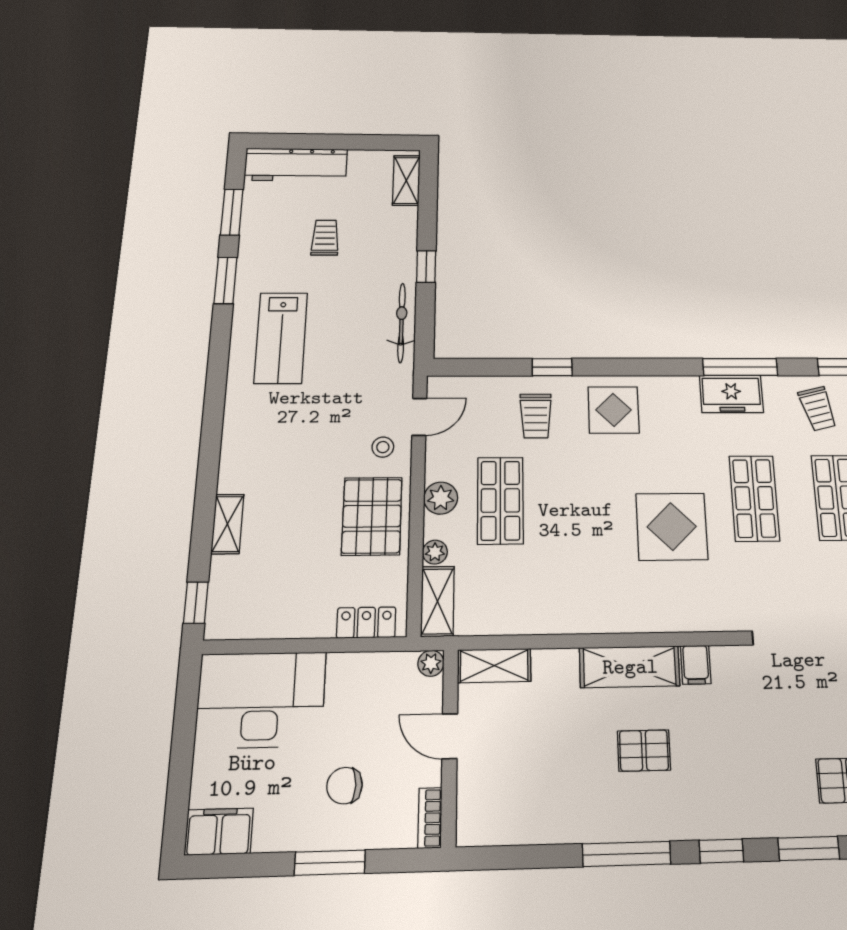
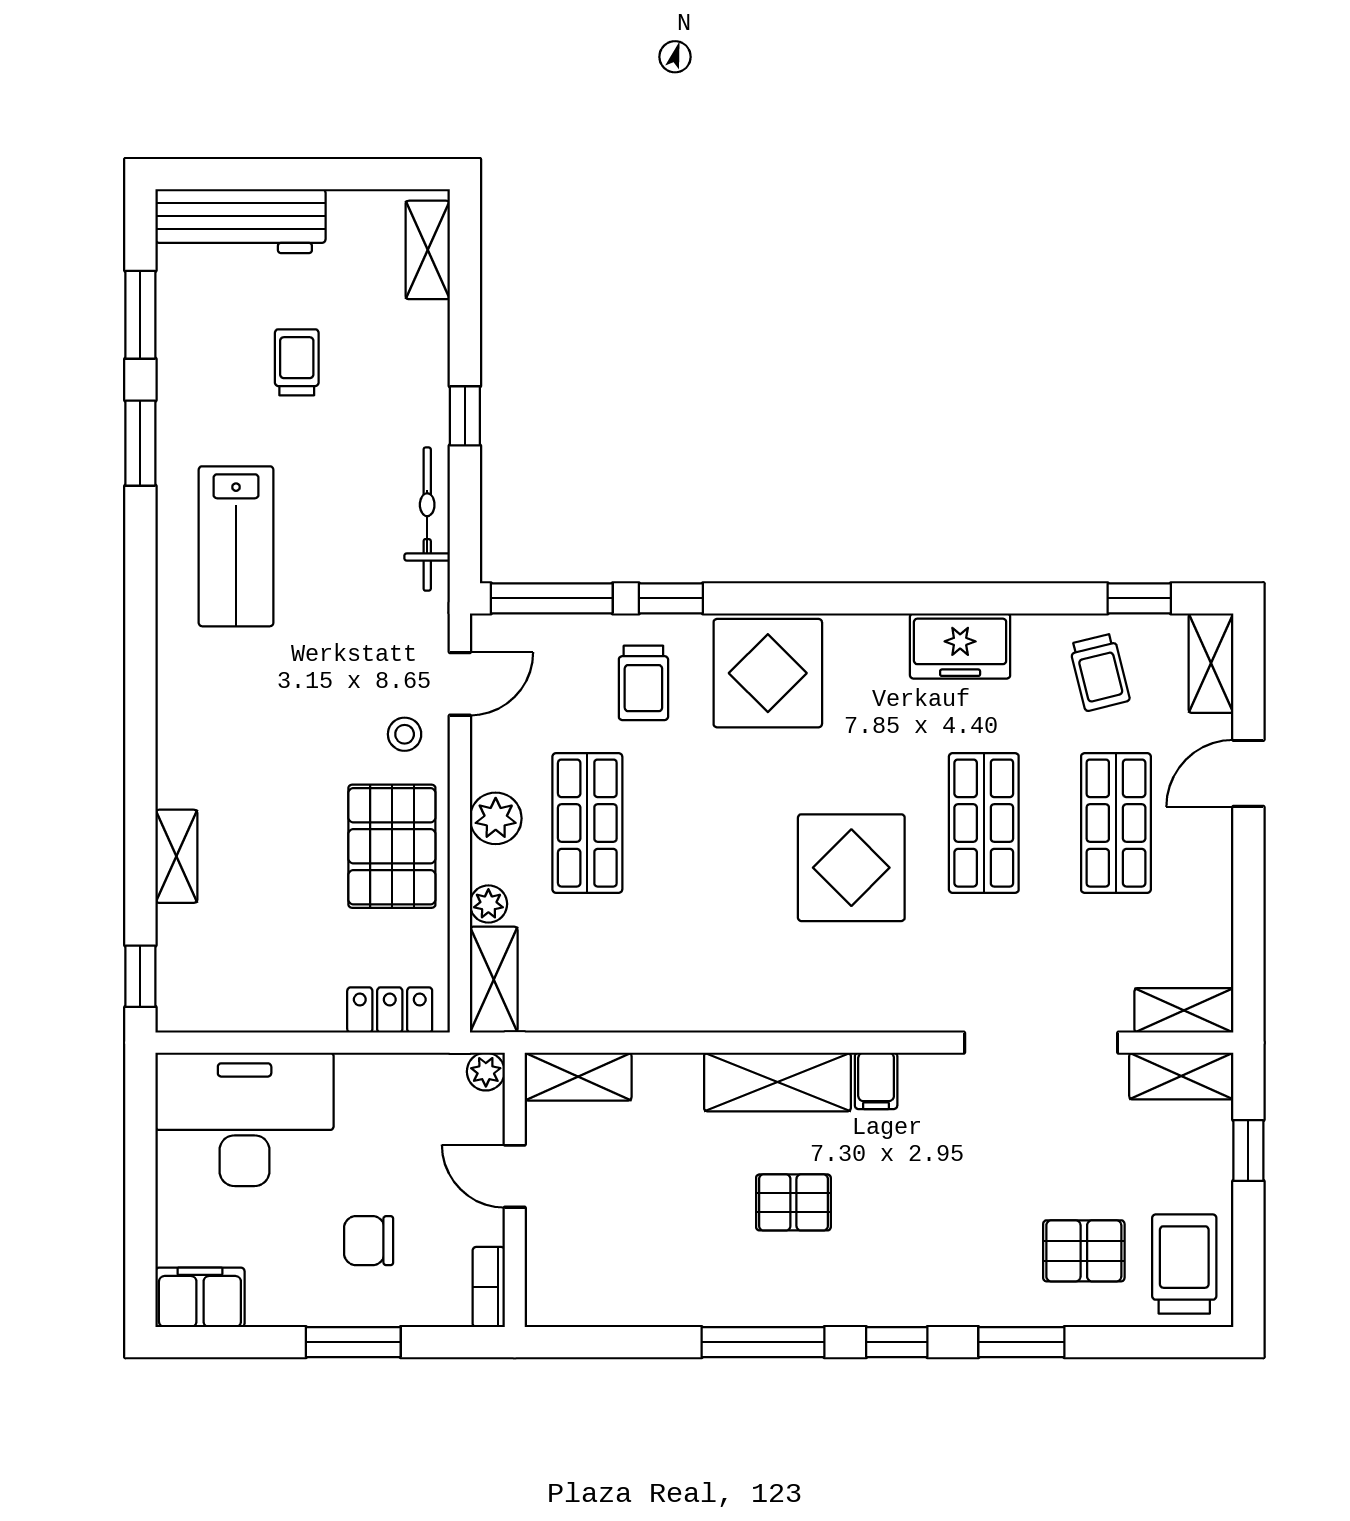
window: (740, 367) -> (552, 598), moved
display table: (614, 410) -> (768, 673), width x1.36, depth x1.36

